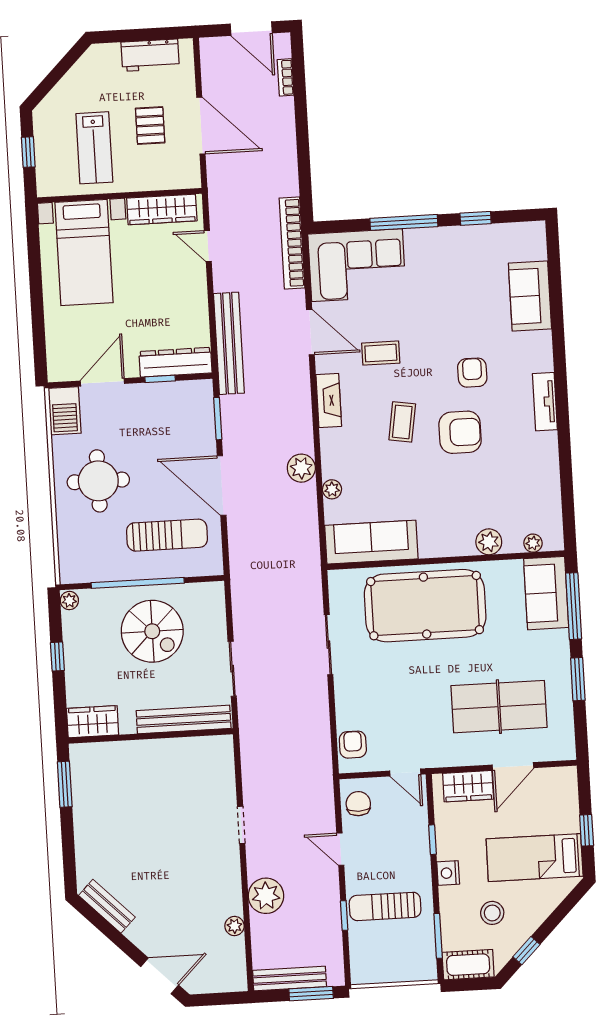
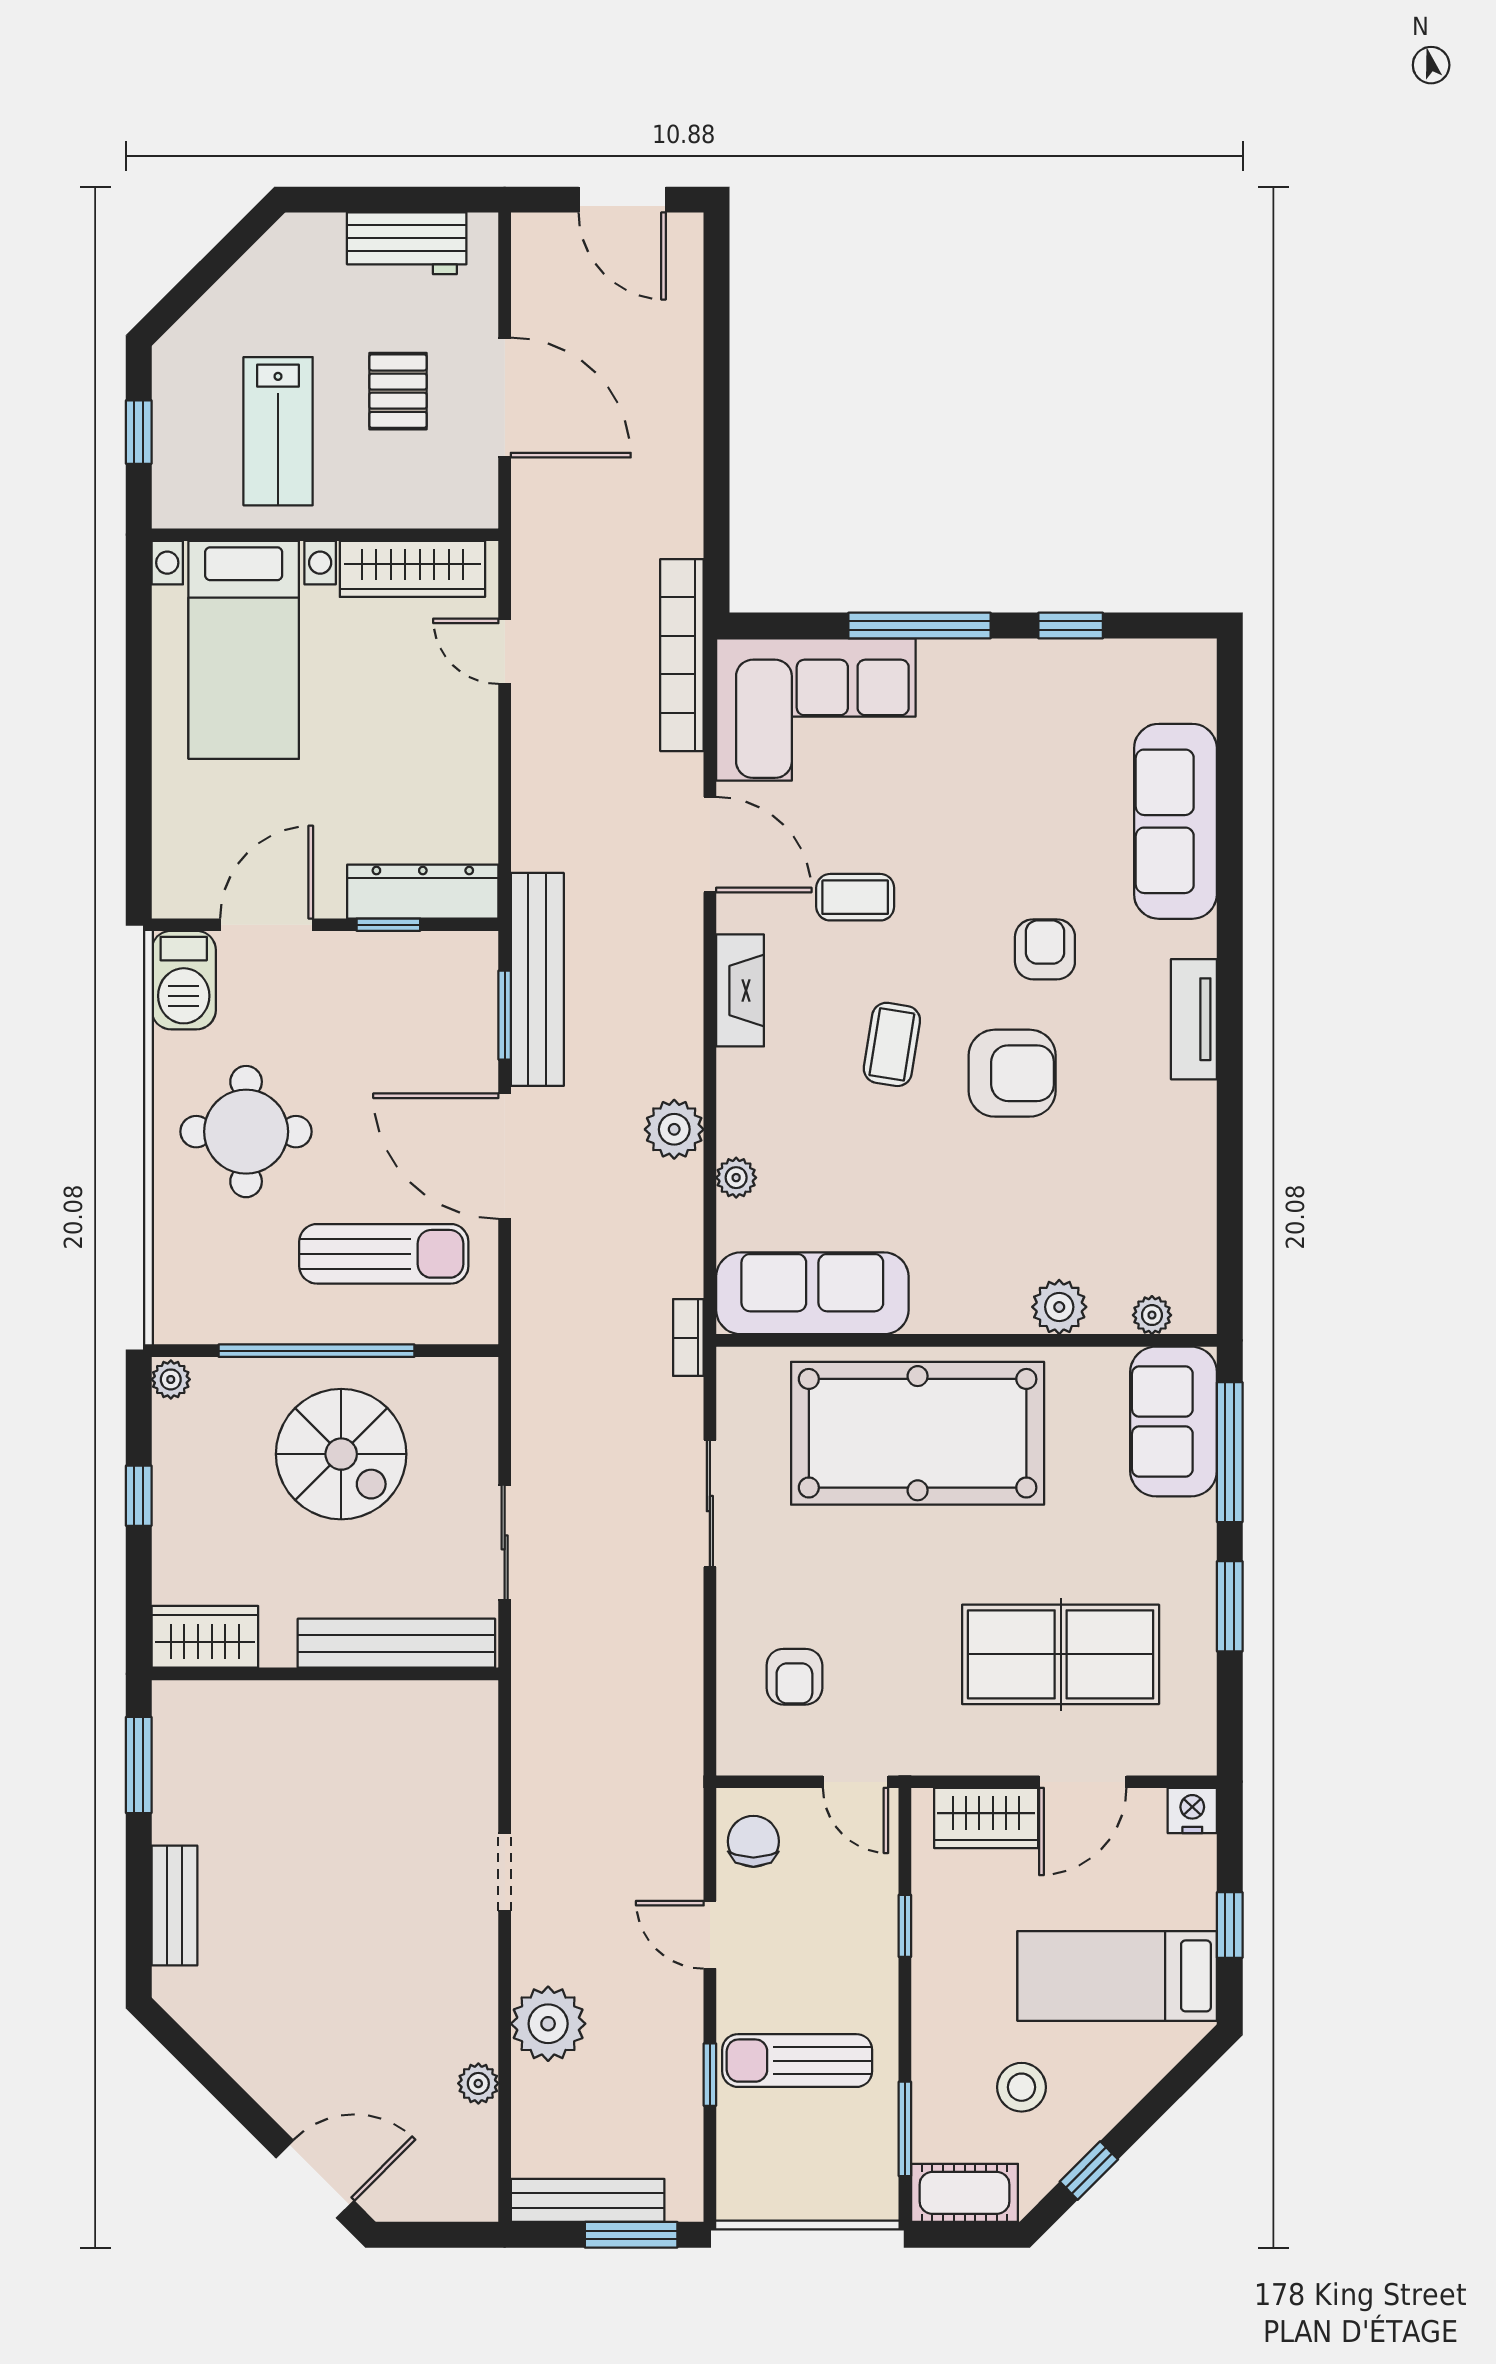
bookcase: (286, 77) -> (688, 1338), moved
sofa: (530, 296) -> (1175, 821), width x1.36
bench: (229, 343) -> (537, 979), moved
armchair: (353, 745) -> (794, 1677), moved, turned 180
nightstand: (448, 873) -> (1192, 1810), moved, turned 90
bench: (107, 906) -> (174, 1906), moved, turned 45

